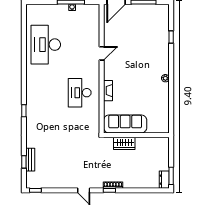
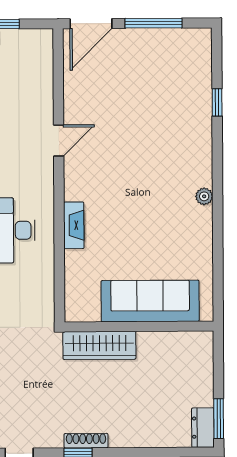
sofa: (125, 124) -> (150, 301), moved
wardrobe: (124, 143) -> (99, 345), width x1.50

